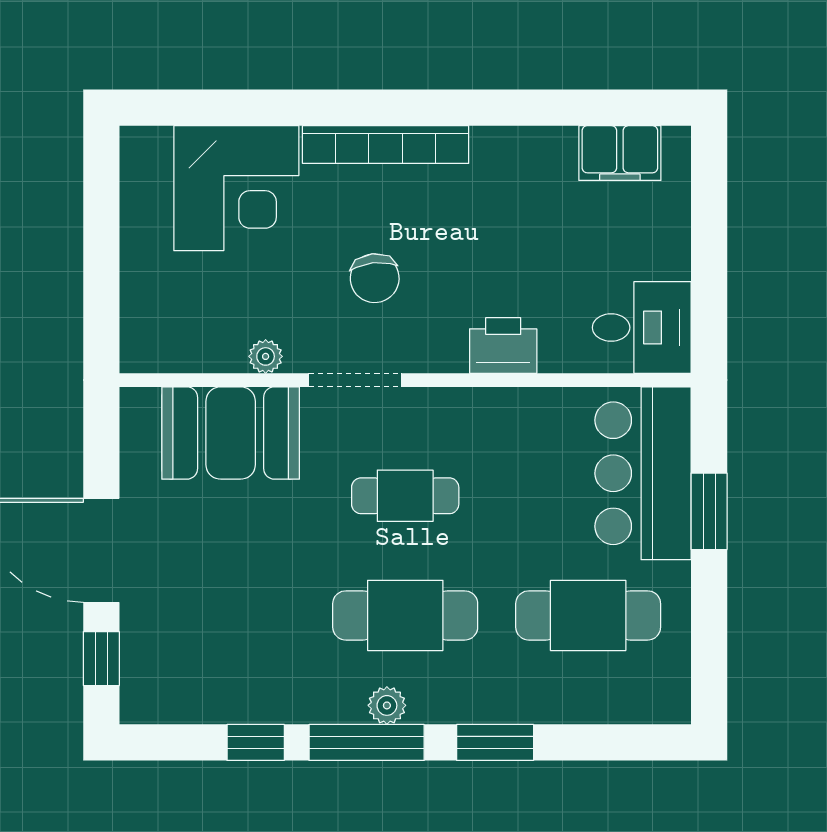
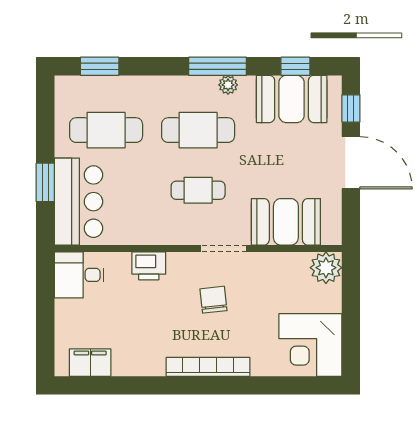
corner desk: (236, 188) -> (310, 345), moved, turned -90
plant: (266, 356) -> (326, 268), moved, width x1.87, depth x1.87
booth: (219, 677) -> (292, 99), added
plant: (387, 705) -> (228, 85), moved
window: (256, 742) -> (295, 66), moved
window: (495, 742) -> (100, 66), moved

